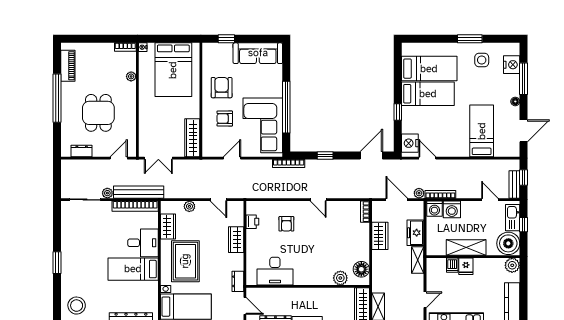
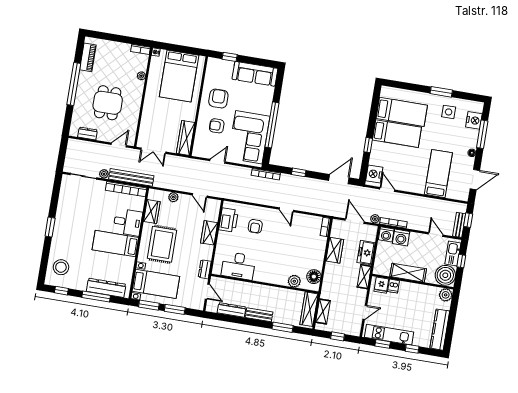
printer: (252, 222) -> (228, 220), width x1.87, depth x1.48
fridge: (466, 266) -> (381, 285), moved

